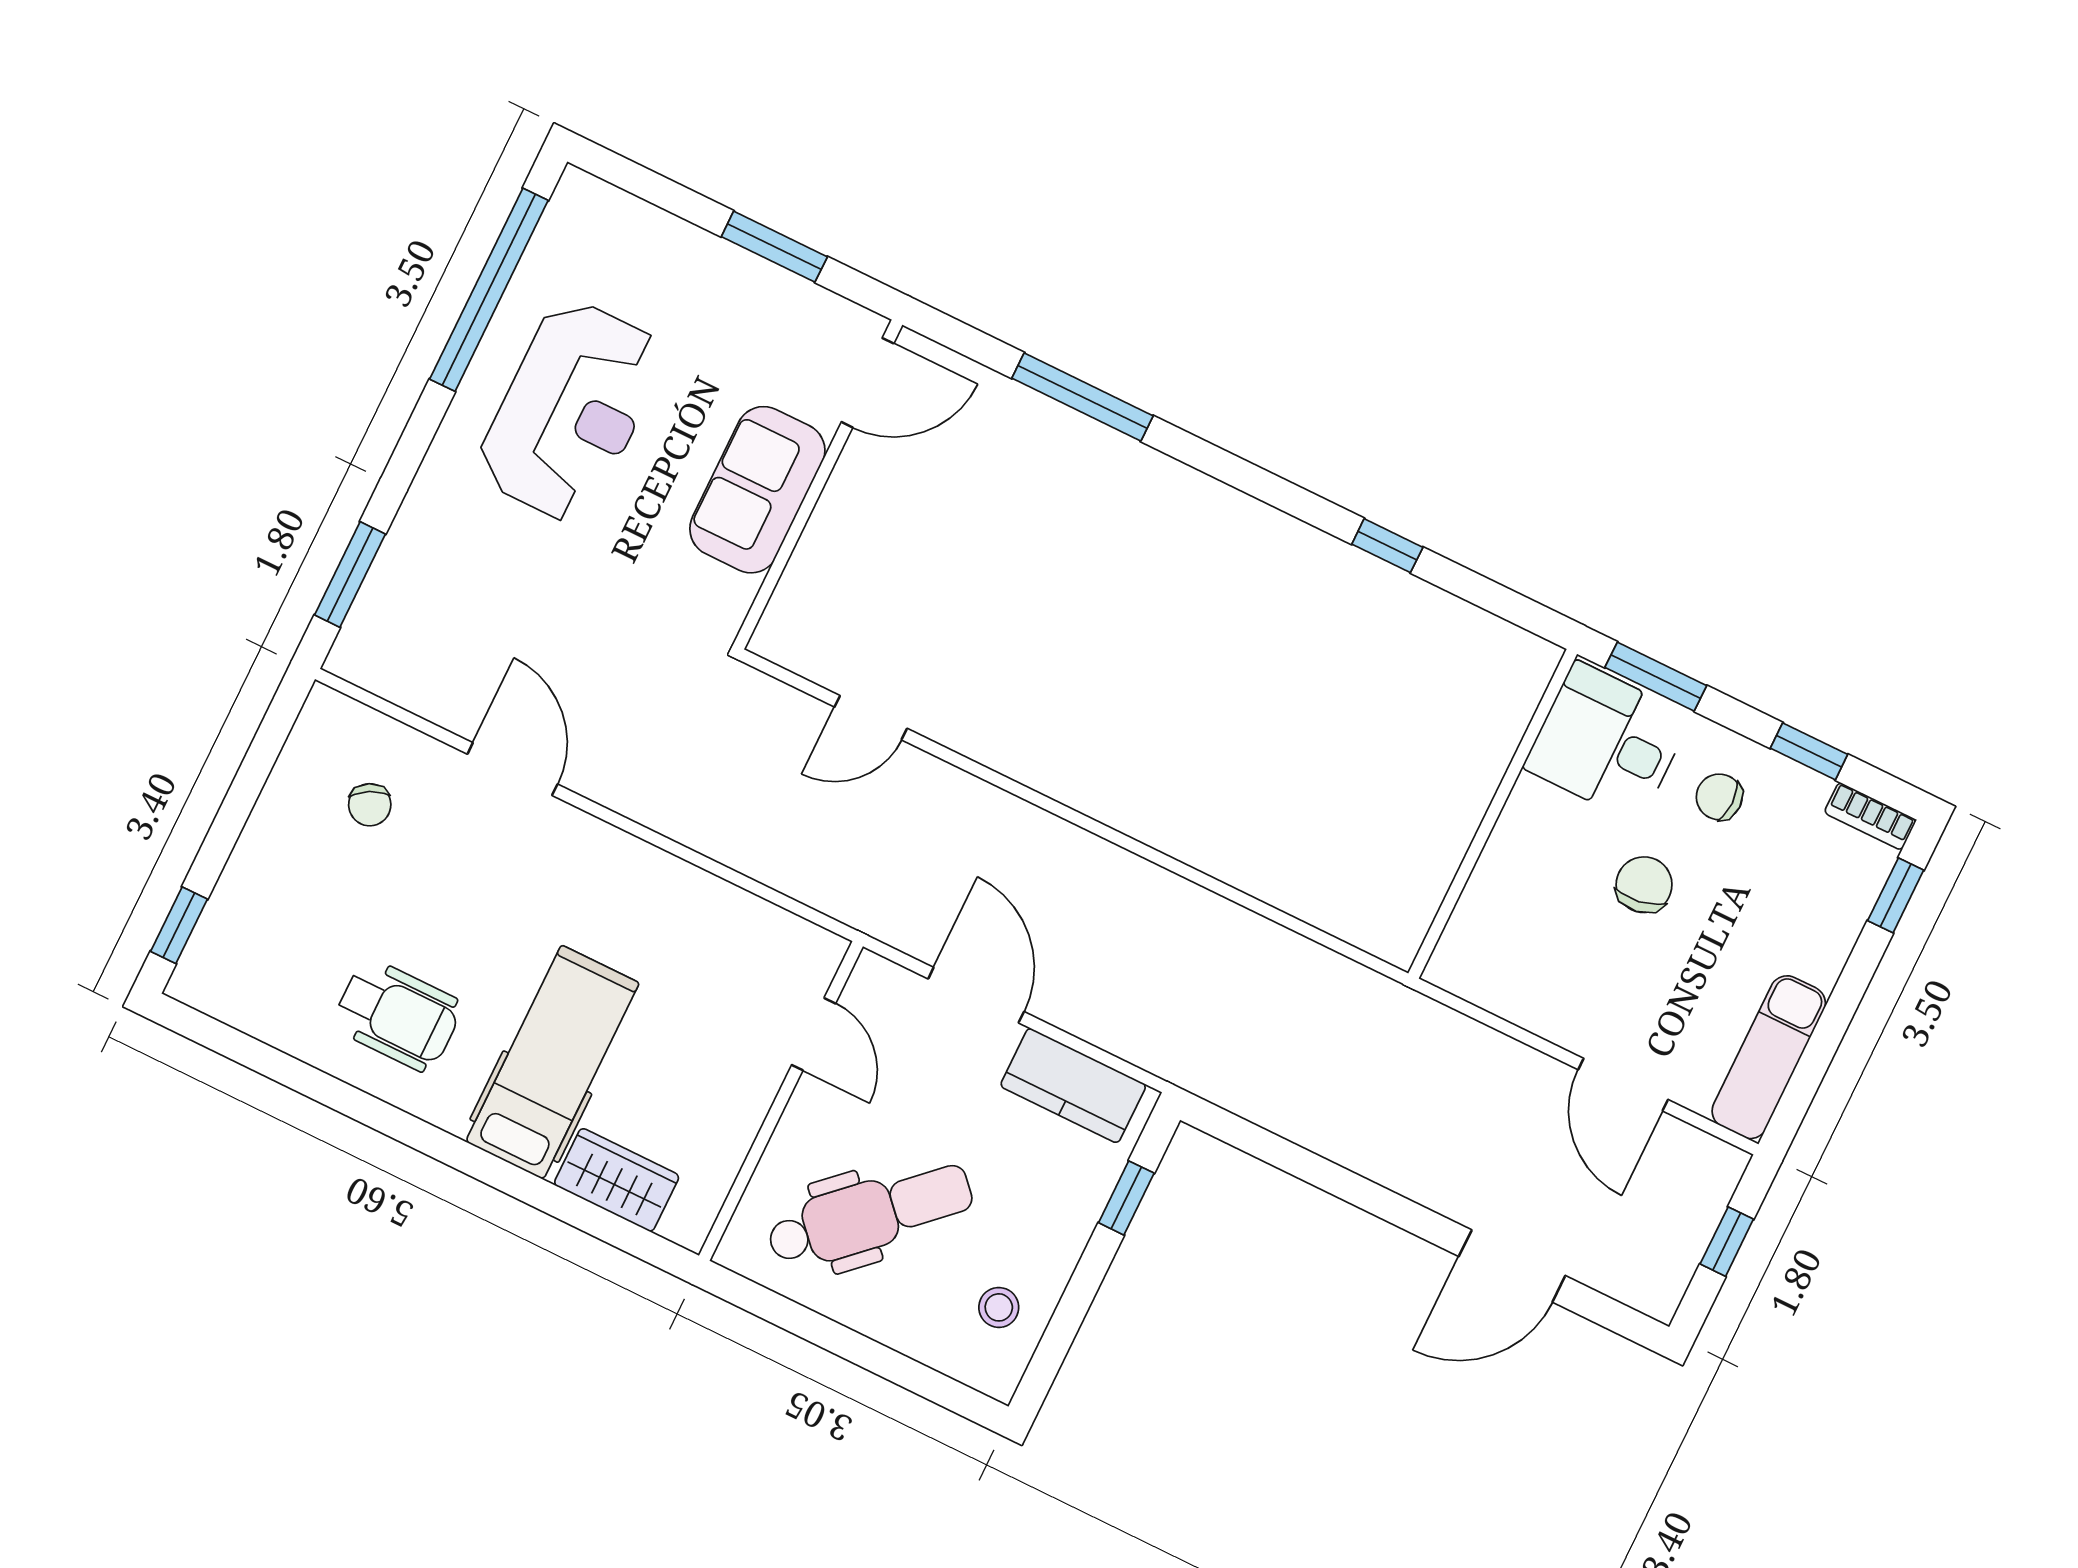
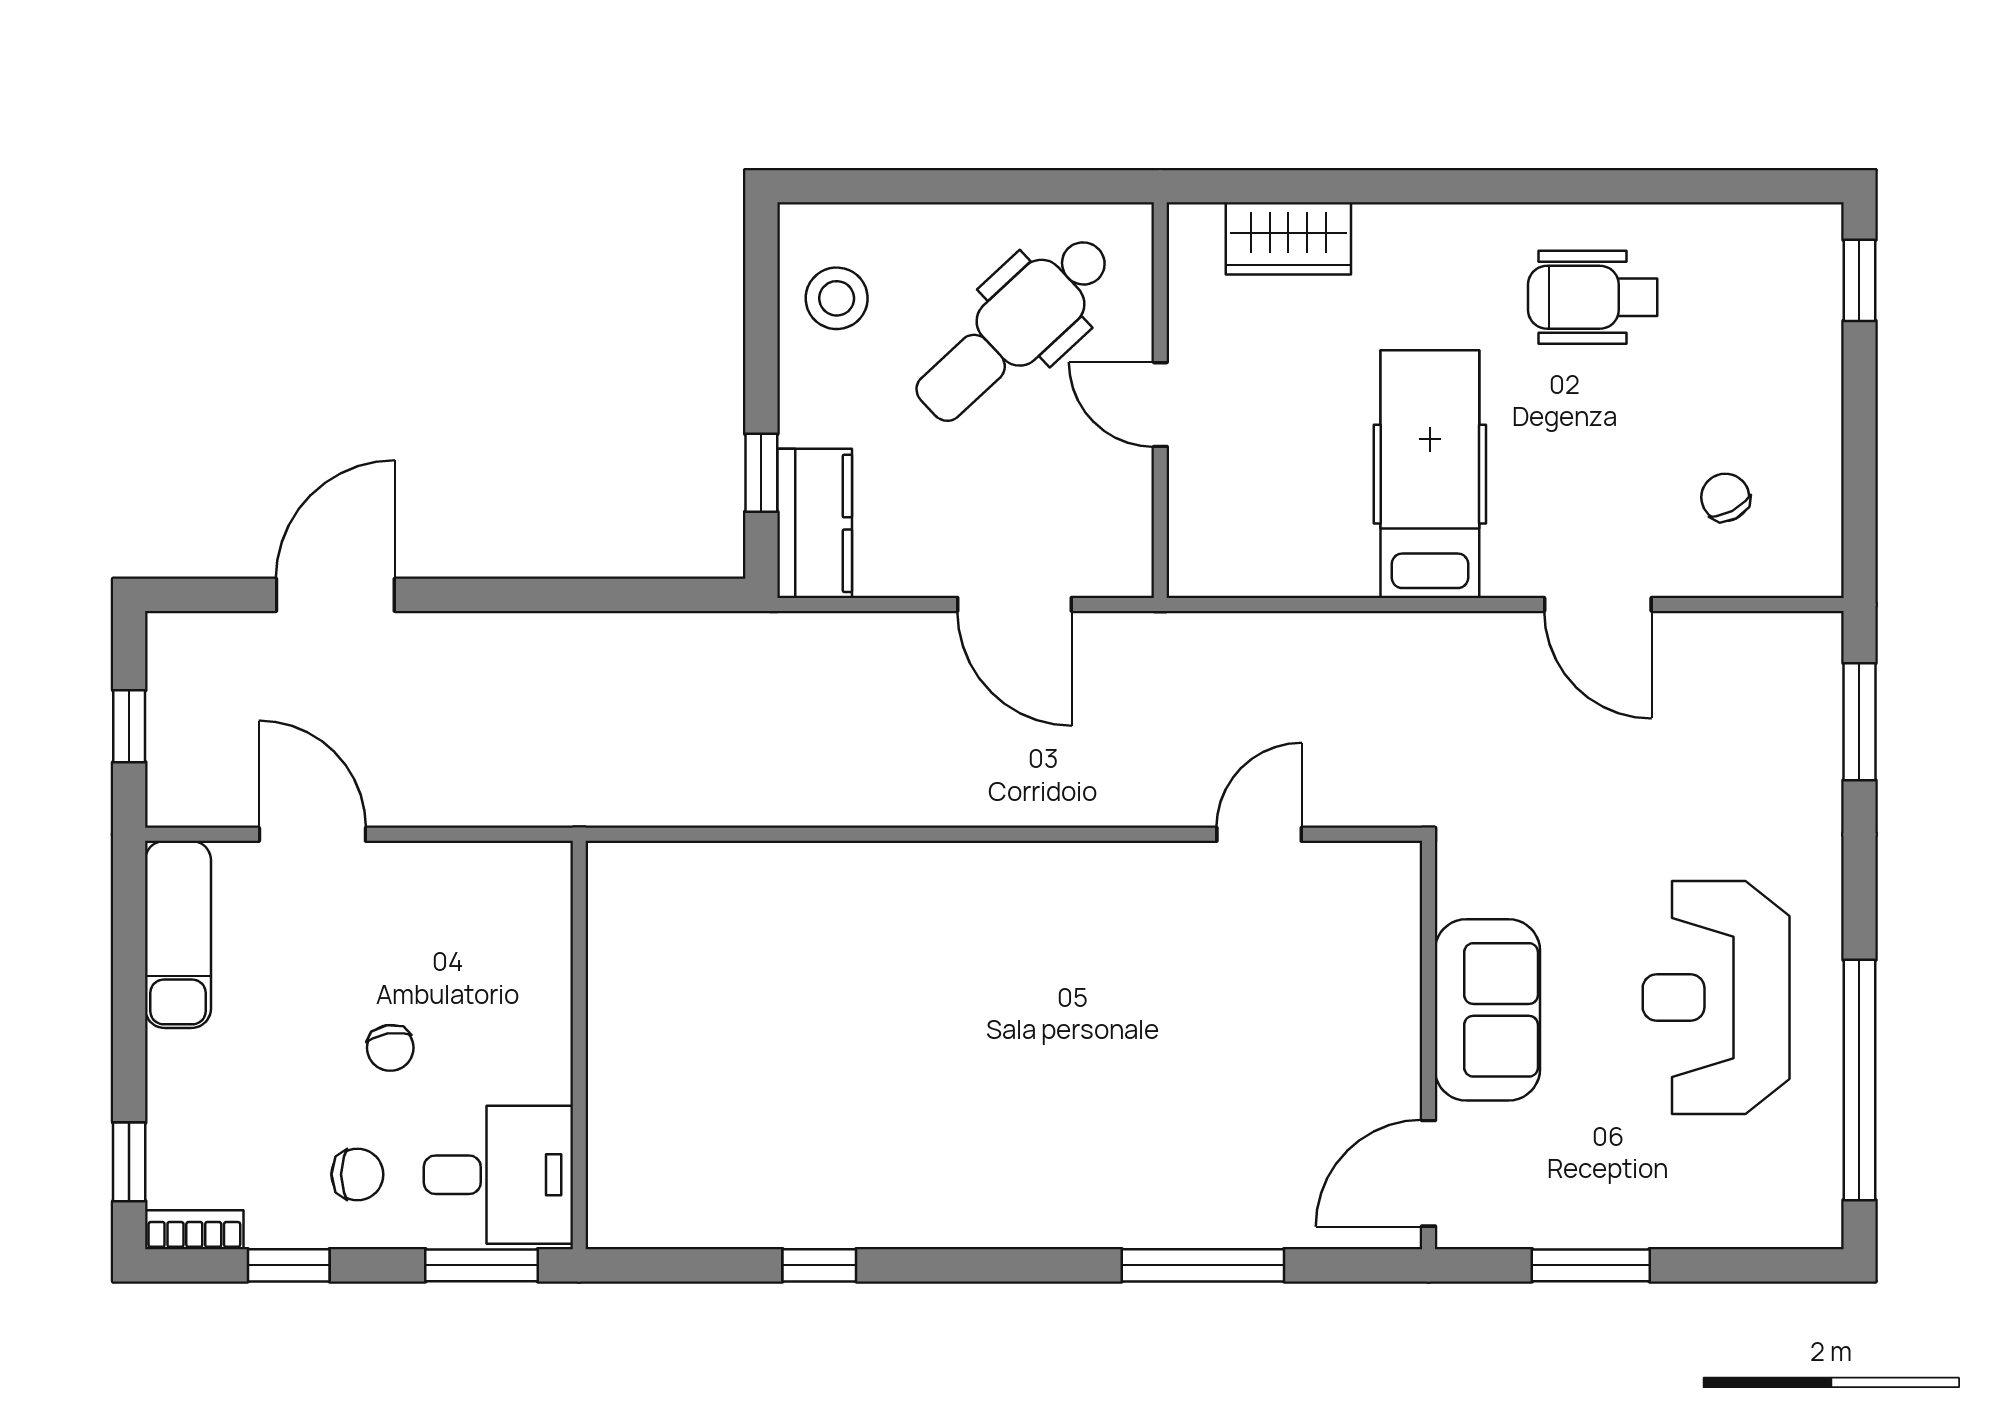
chair: (1644, 885) -> (390, 1048), width x0.73, depth x0.73
door: (814, 1034) -> (1160, 405), moved
hospital bed: (552, 1062) -> (1430, 474), moved, turned 180
kitchen counter: (1073, 1086) -> (815, 523), moved, turned 90
stool: (999, 1307) -> (837, 298), width x1.37, depth x1.37

